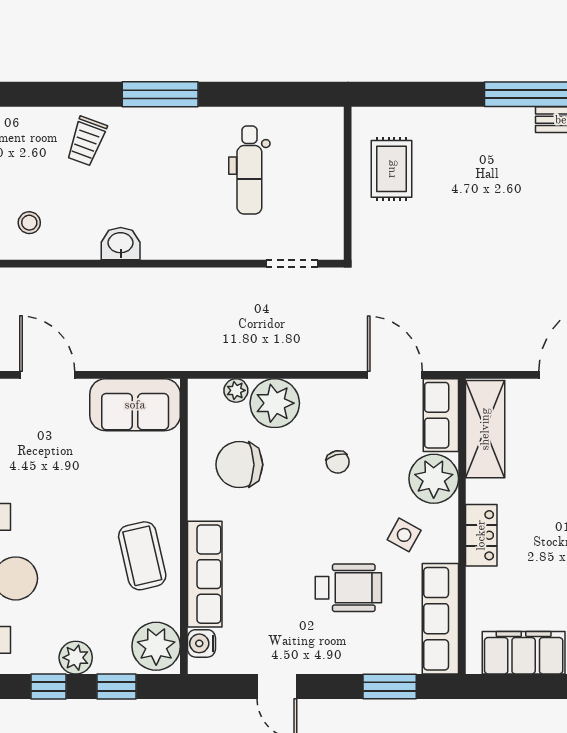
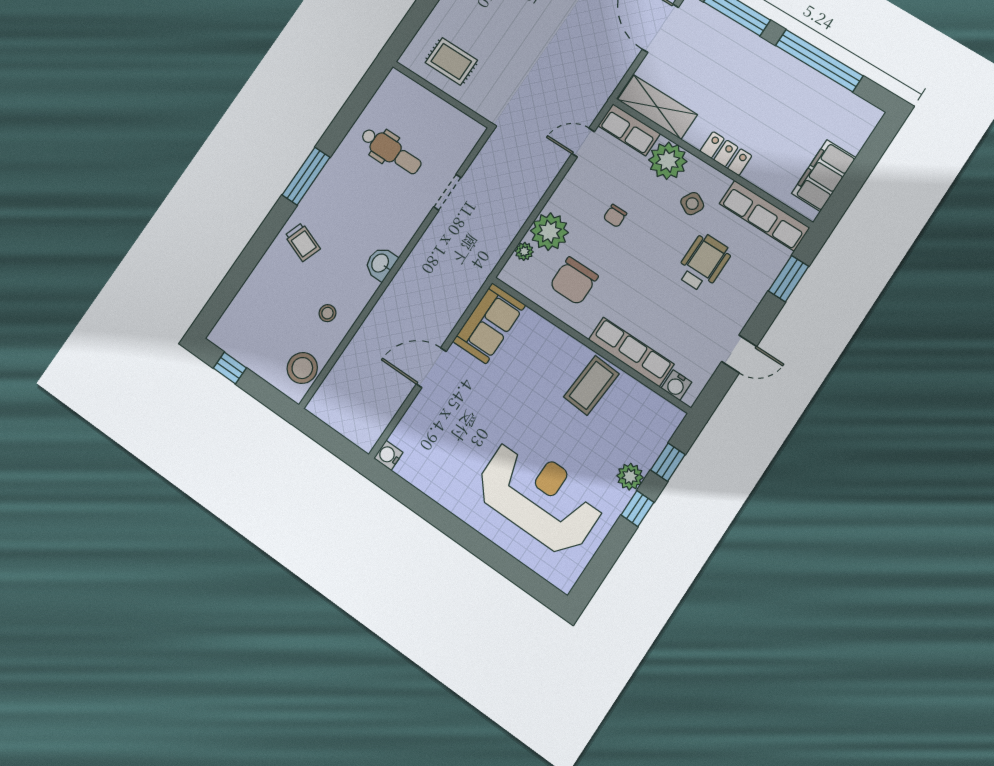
doorway: (292, 264) -> (447, 192), moved
door: (395, 375) -> (583, 143), width x0.73
chair: (338, 462) -> (615, 216), turned 105
coffee table: (142, 556) -> (591, 385), turned -73
plant: (156, 646) -> (658, 417), removed

